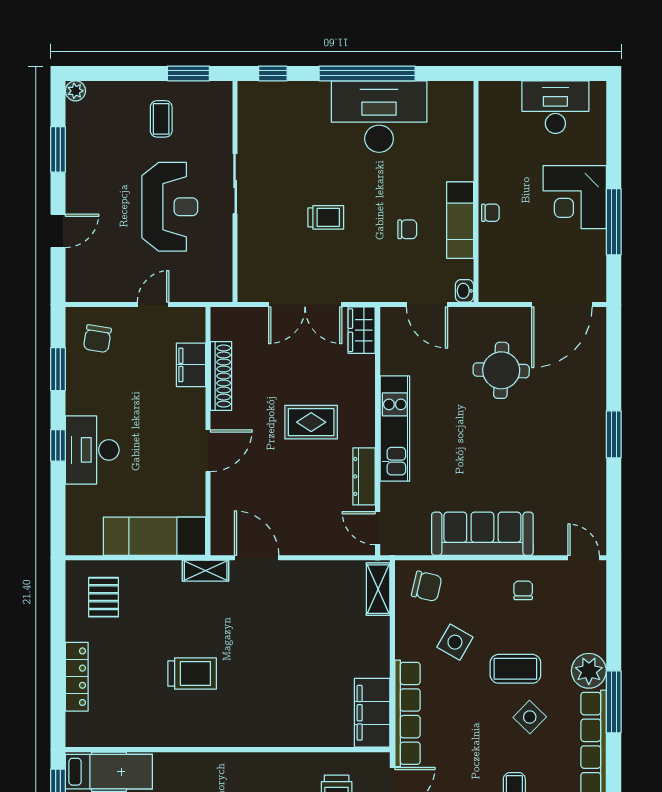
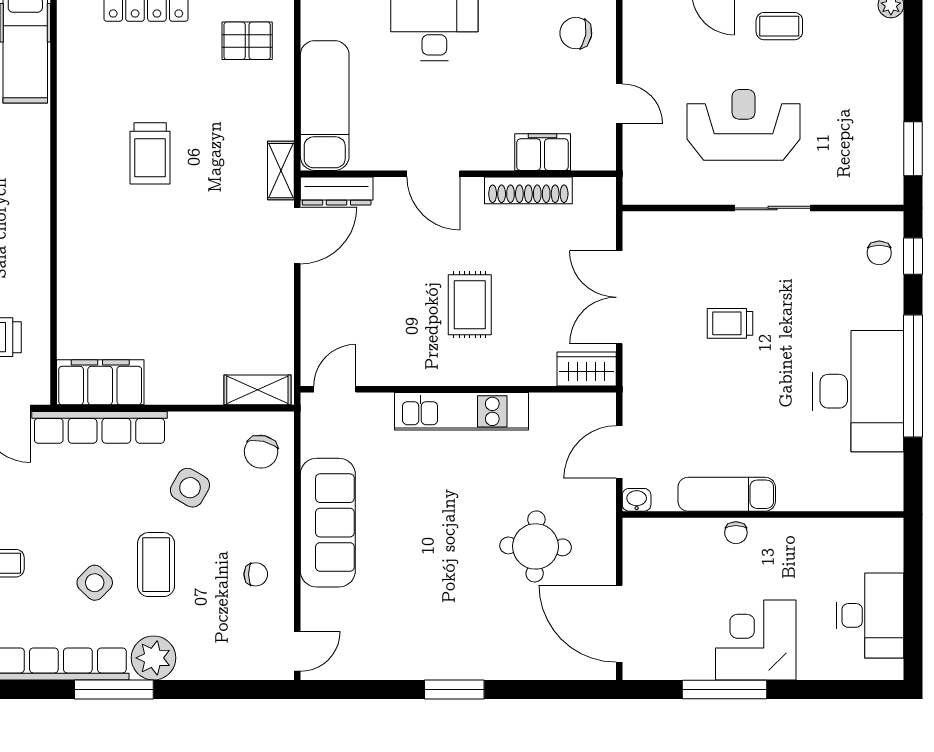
coffee table: (161, 119) -> (779, 26), moved
reception desk: (170, 207) -> (743, 125), turned 180
trolley: (326, 217) -> (730, 323), turned 90
chair: (407, 229) -> (879, 253), moved
dresser: (364, 476) -> (337, 191), moved, turned 180

